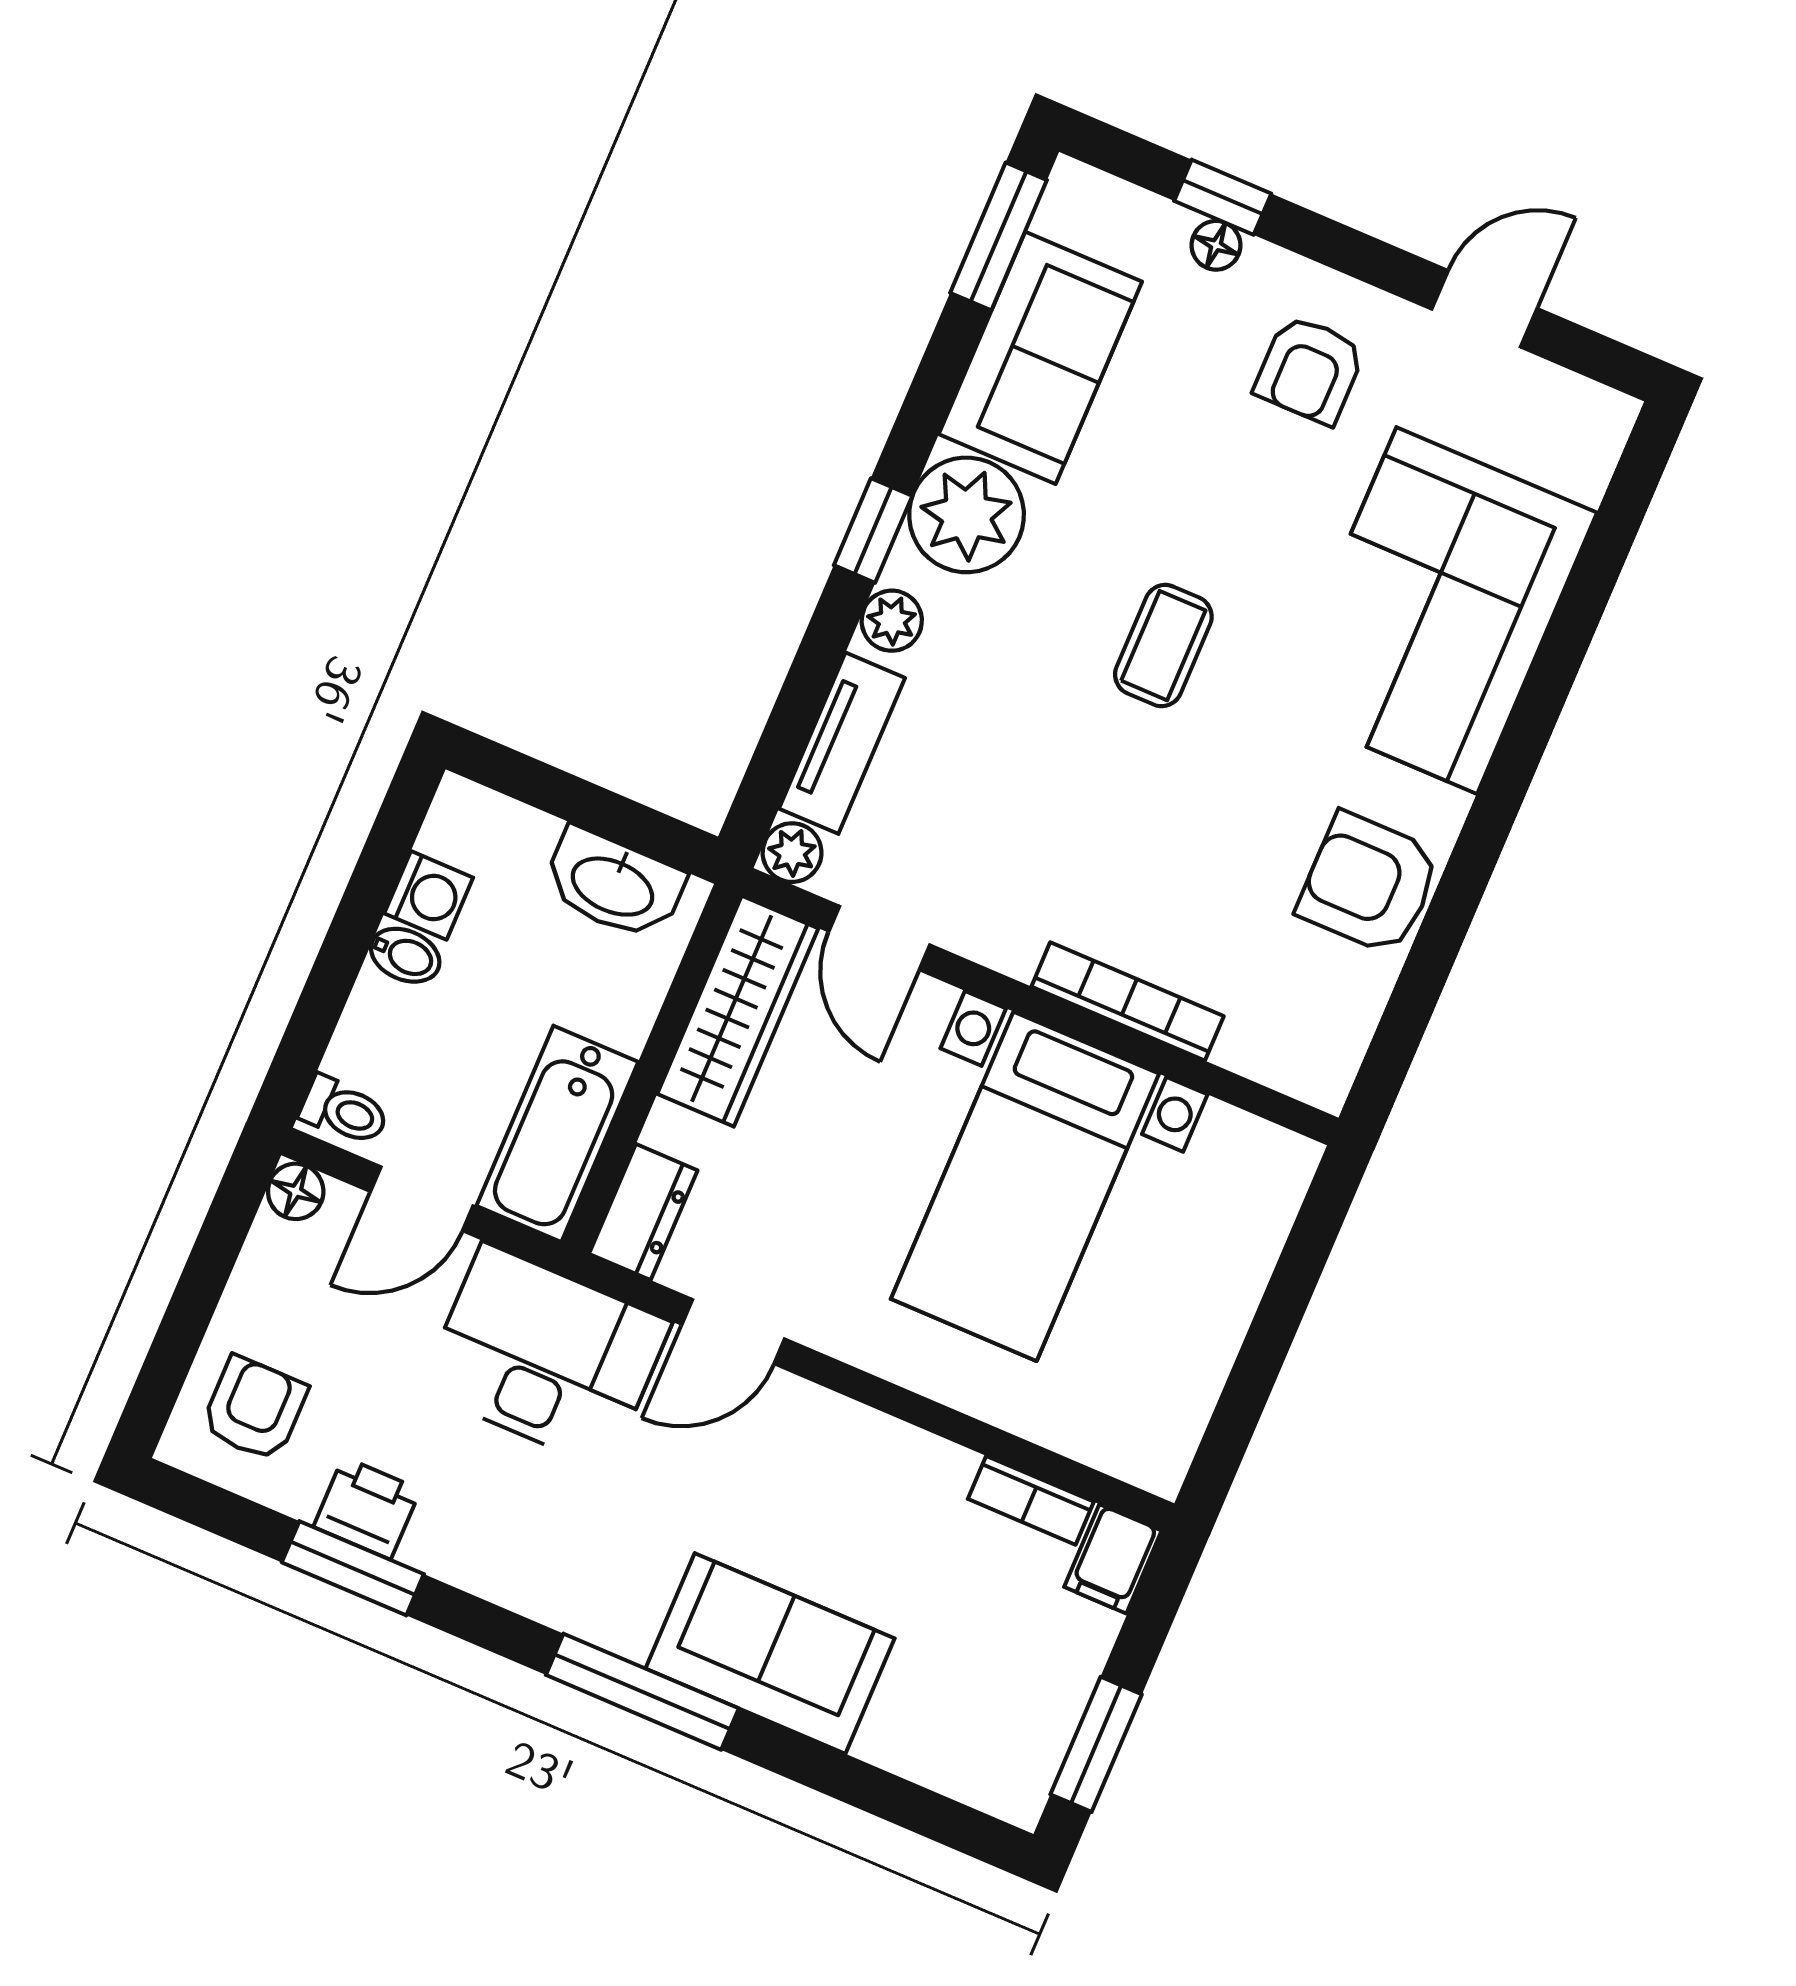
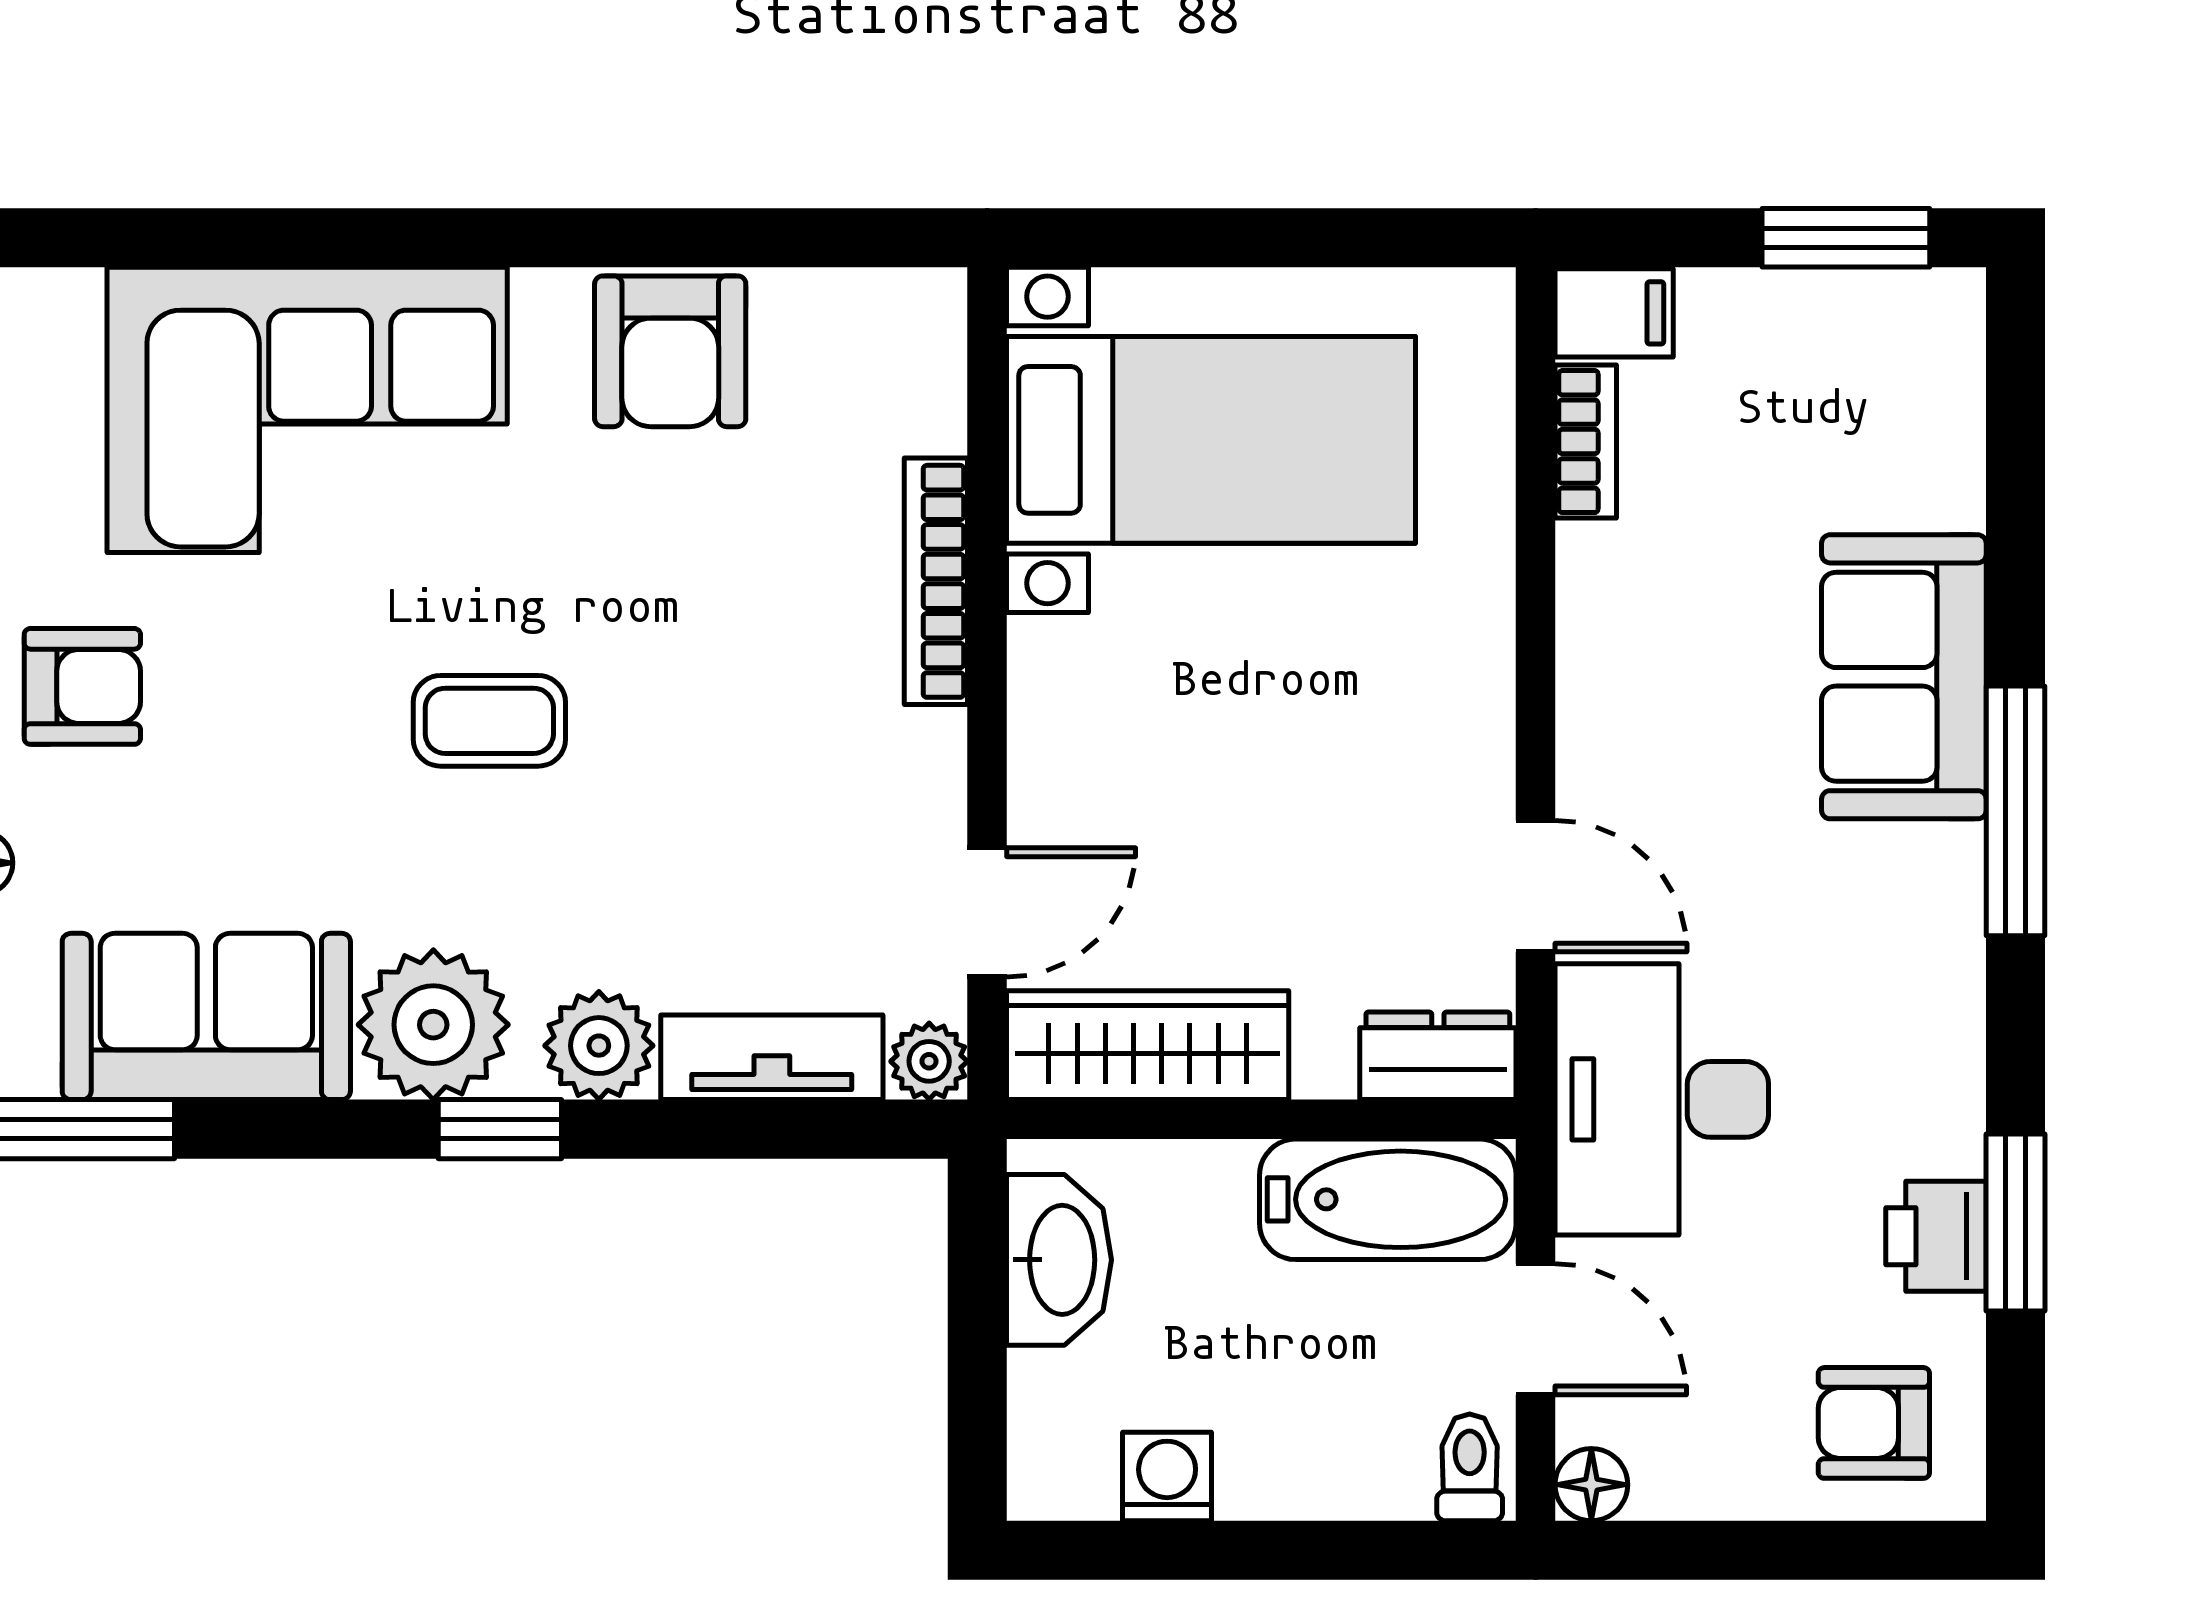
plant: (892, 621) -> (599, 1046), width x1.38, depth x1.38
bidet: (405, 955) -> (1251, 1474), removed
bed with nightstands: (1025, 1186) -> (1211, 440), moved

